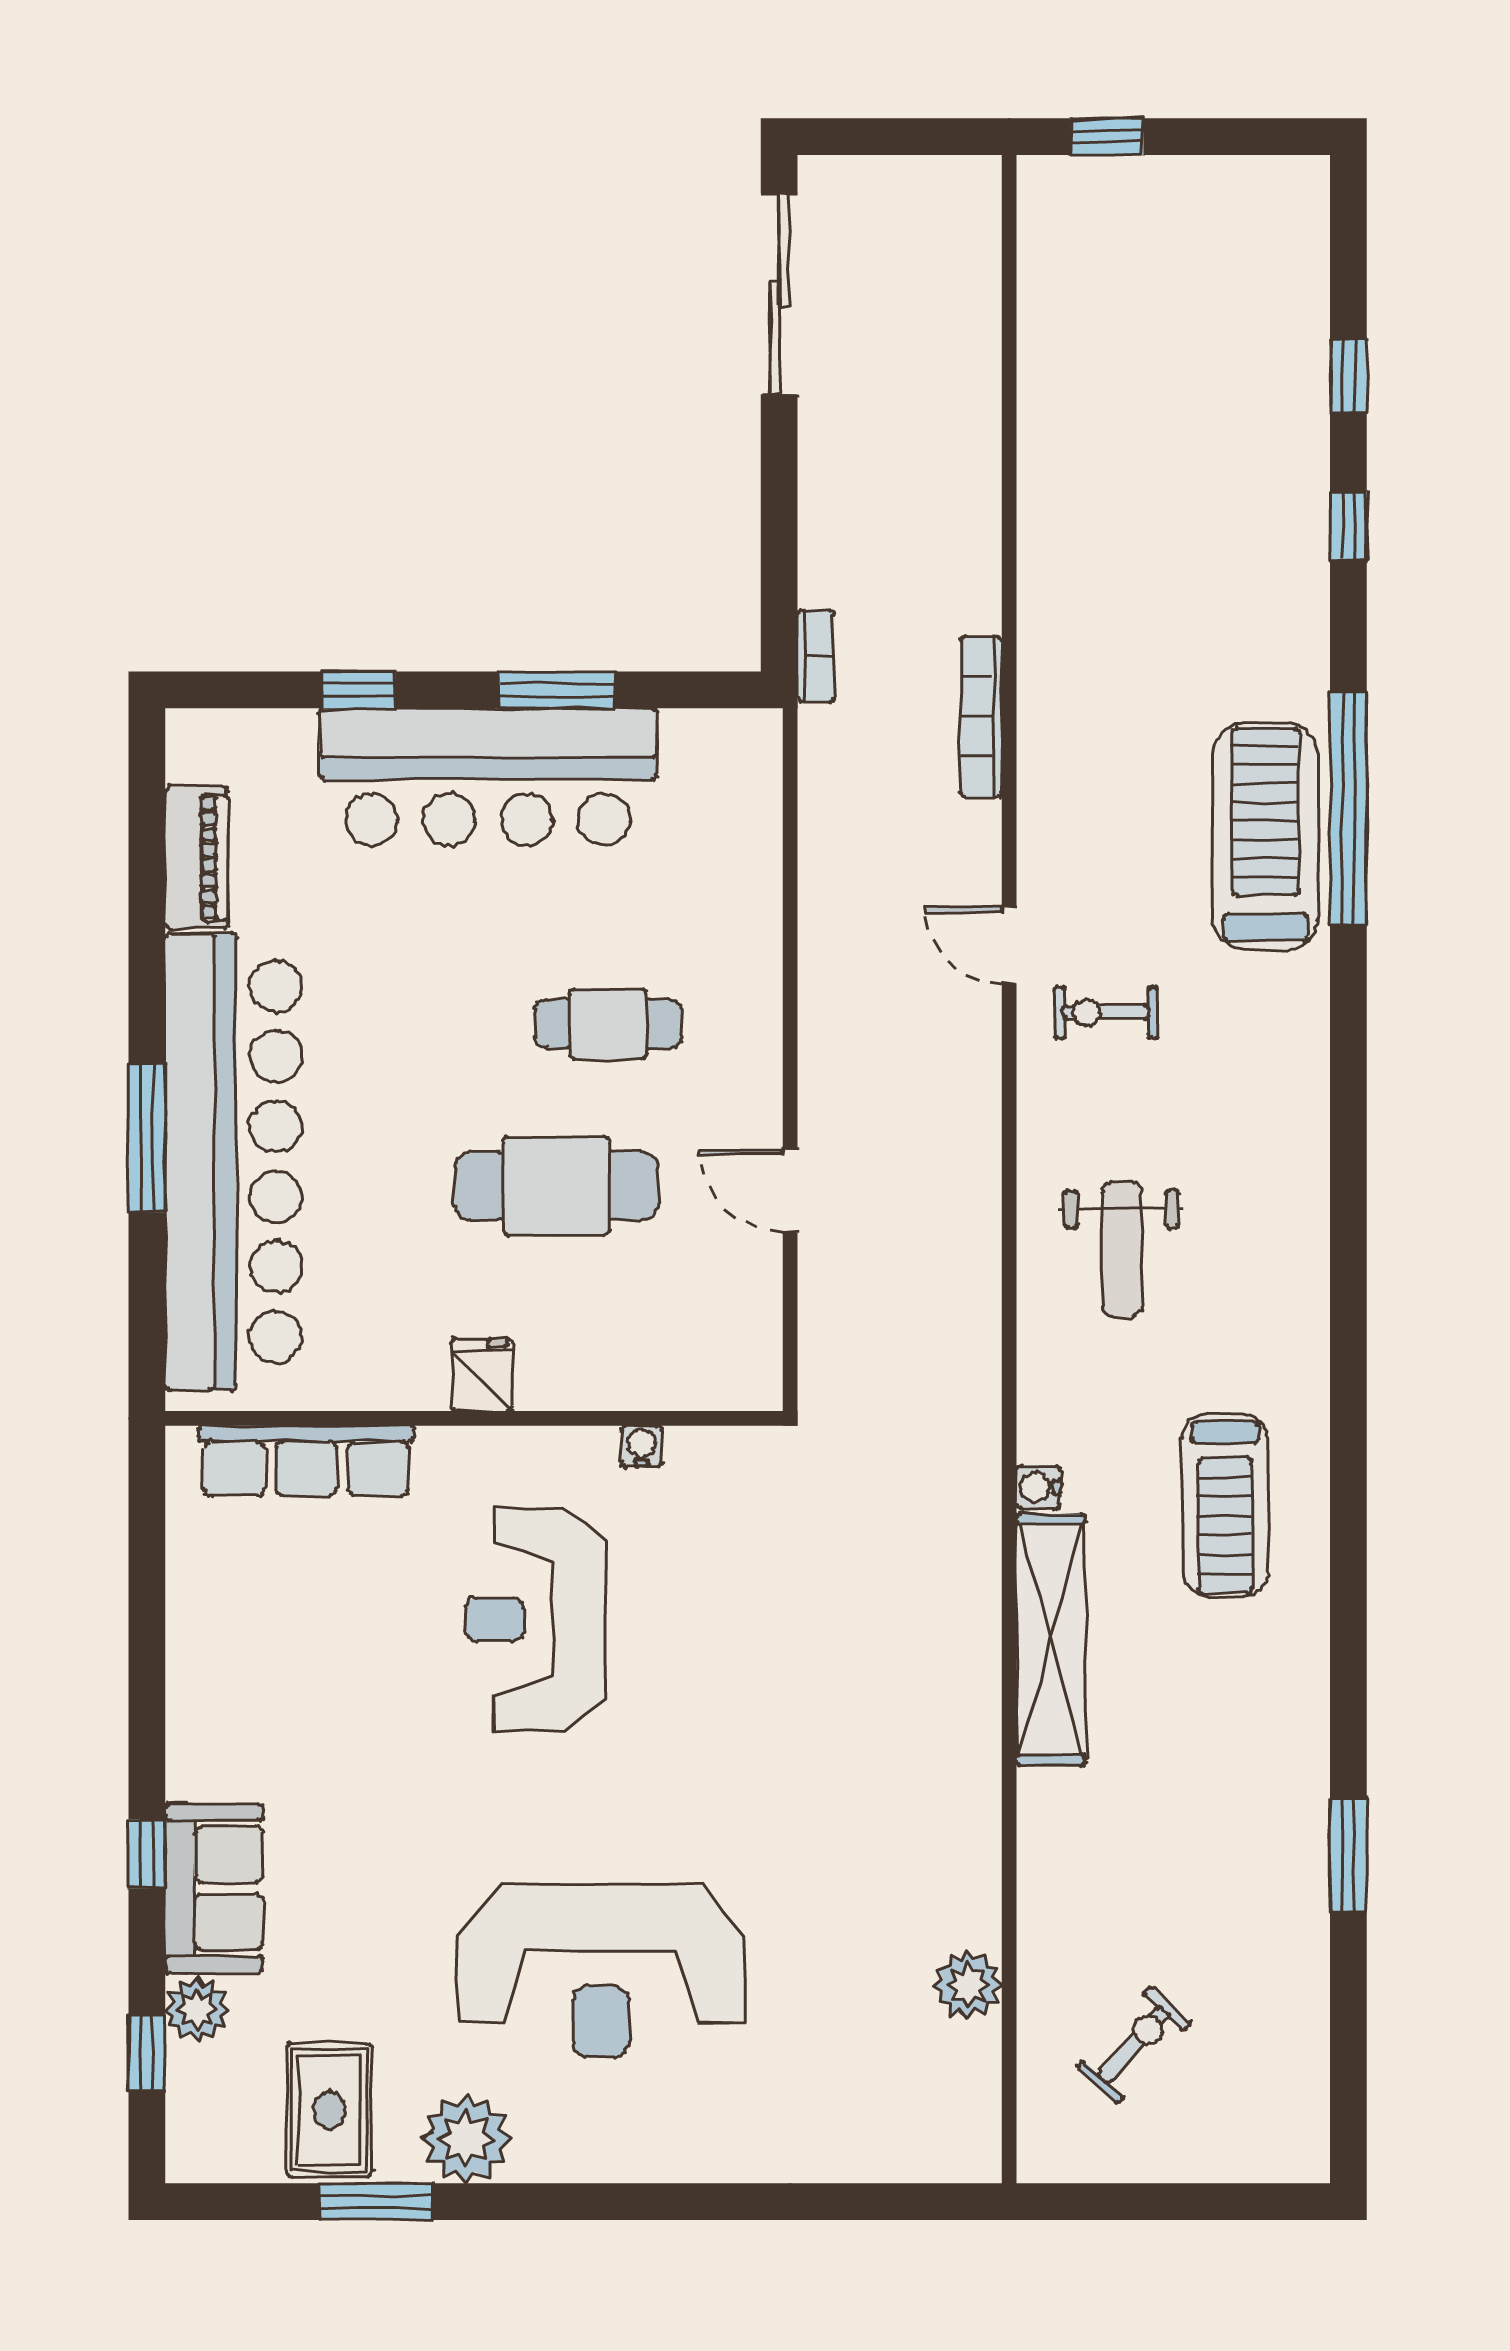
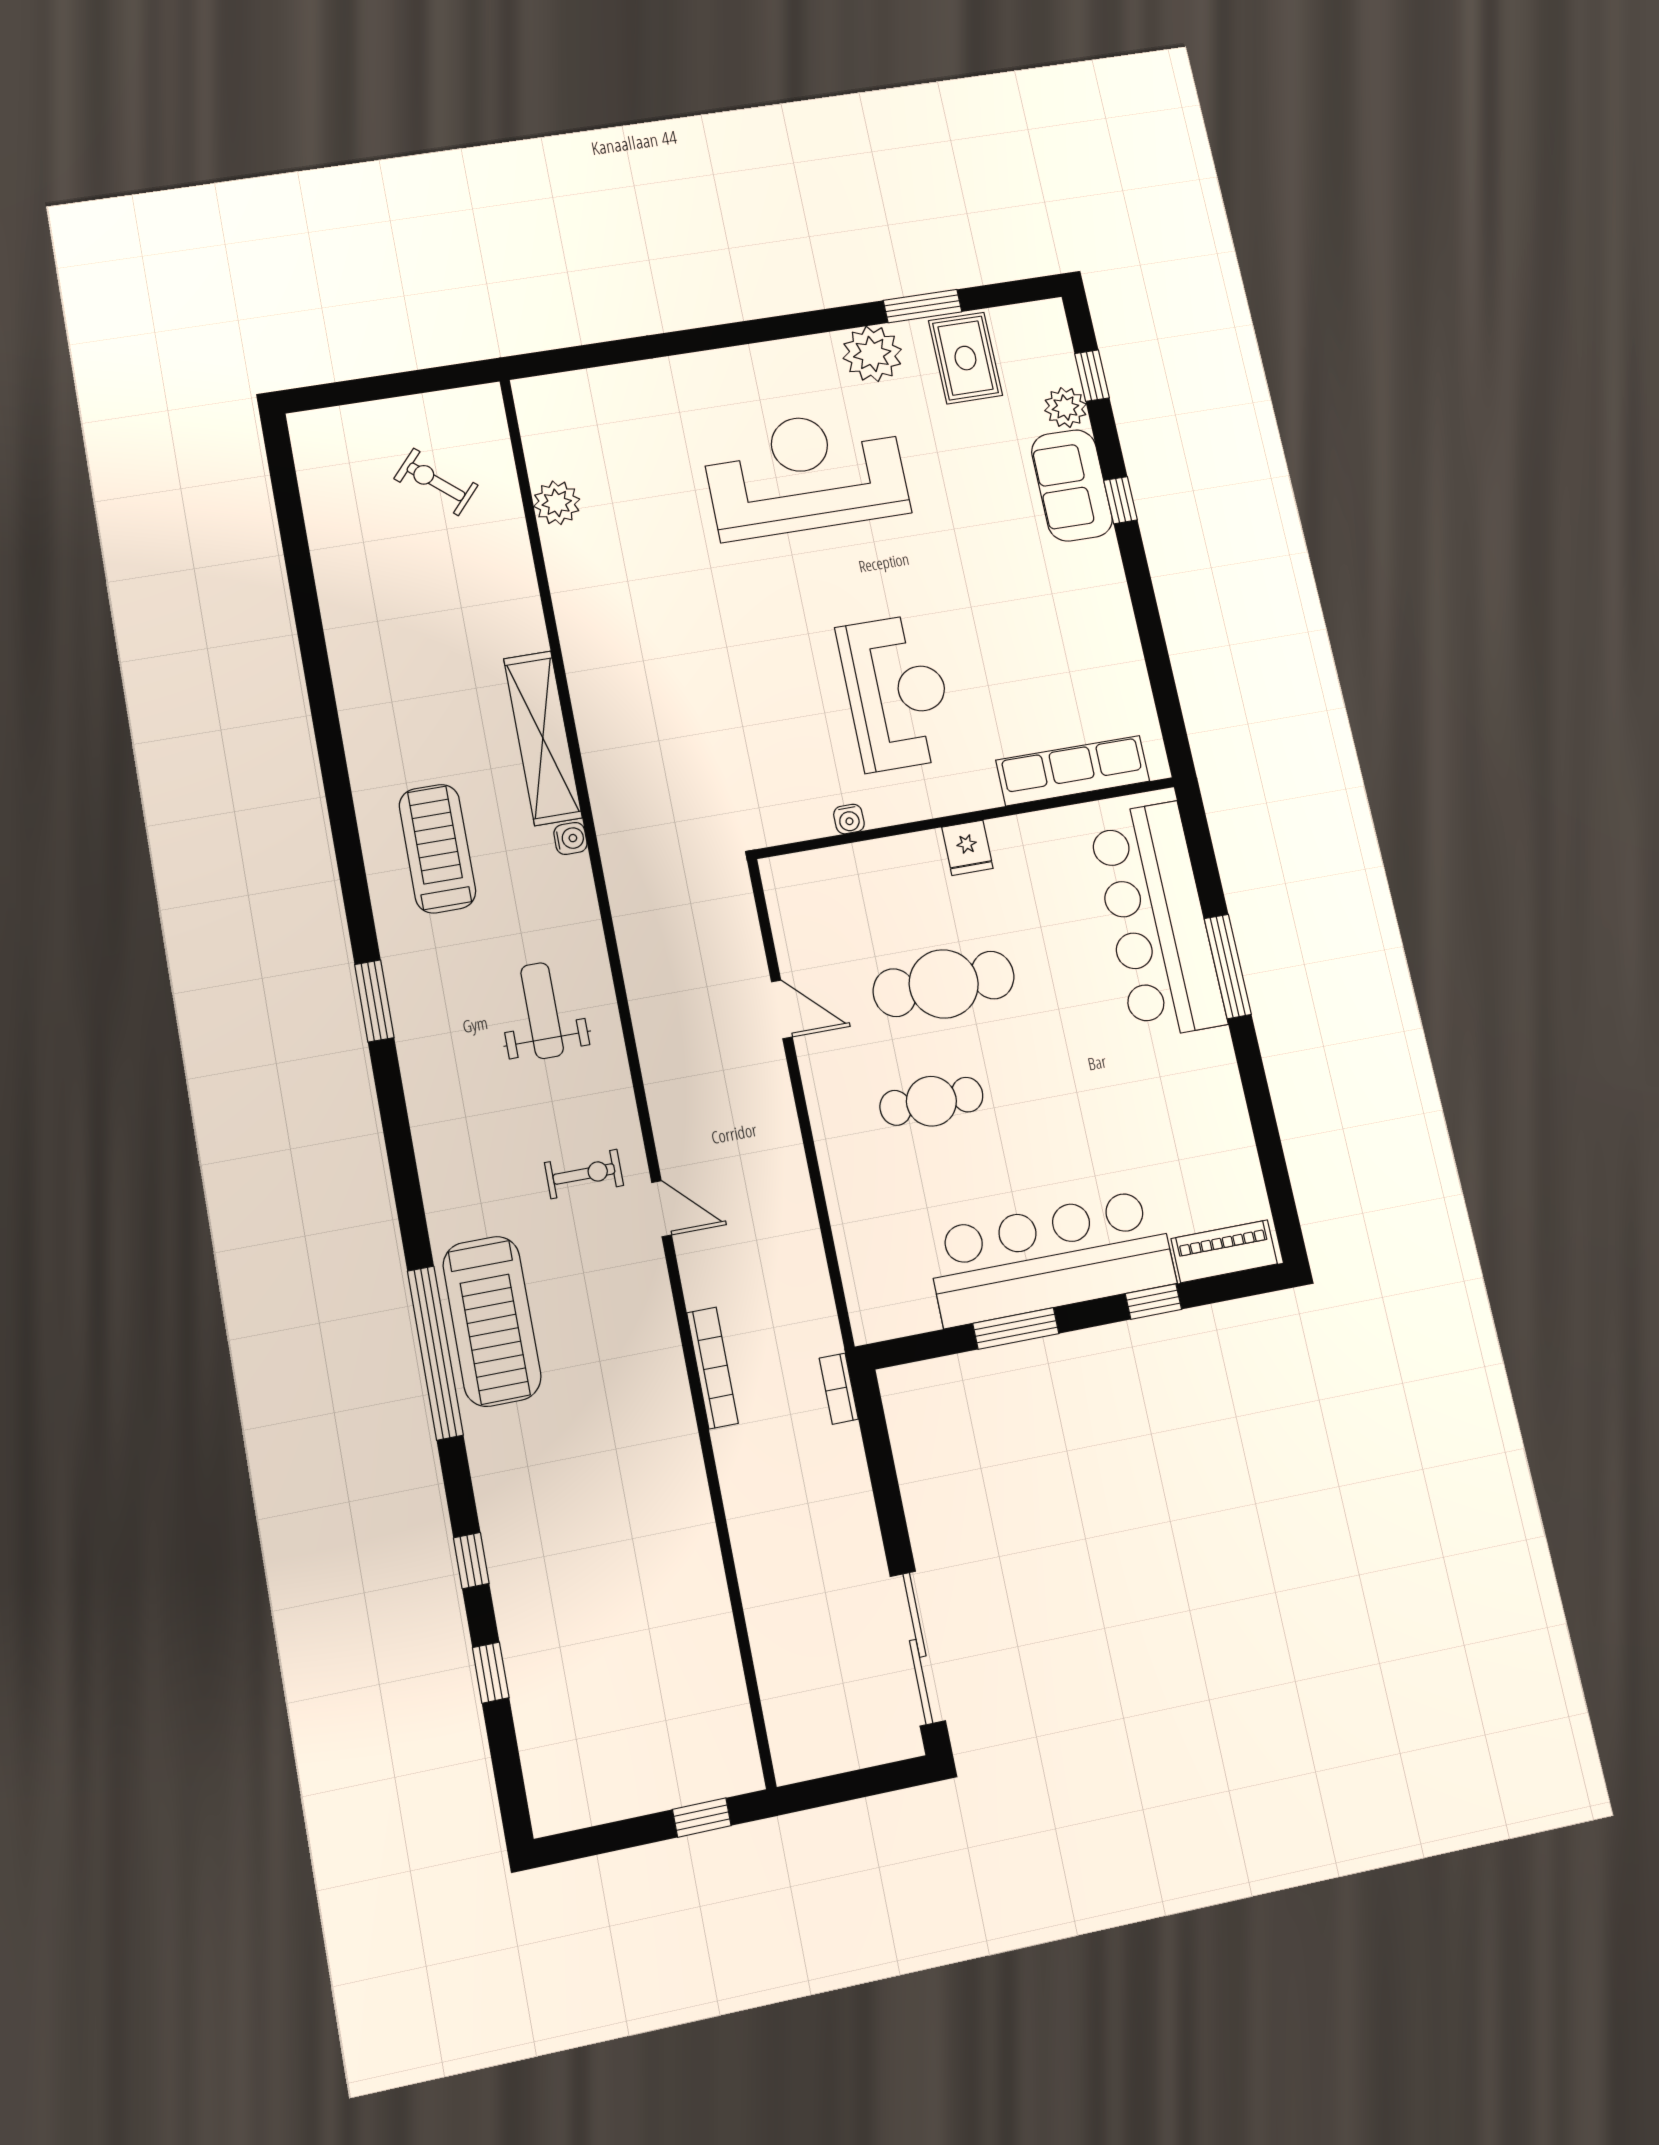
piano: (197, 858) -> (1224, 1251), moved, turned 90
bar counter: (233, 1162) -> (1157, 920), width x0.73
window: (1348, 1855) -> (374, 1001), moved
exercise bike: (1134, 2045) -> (436, 482), turned 89

